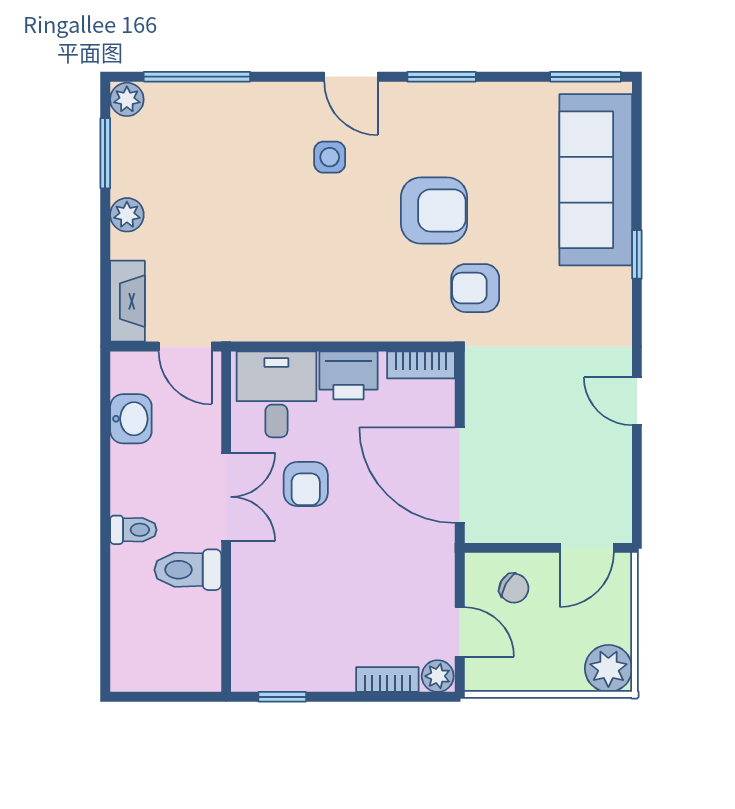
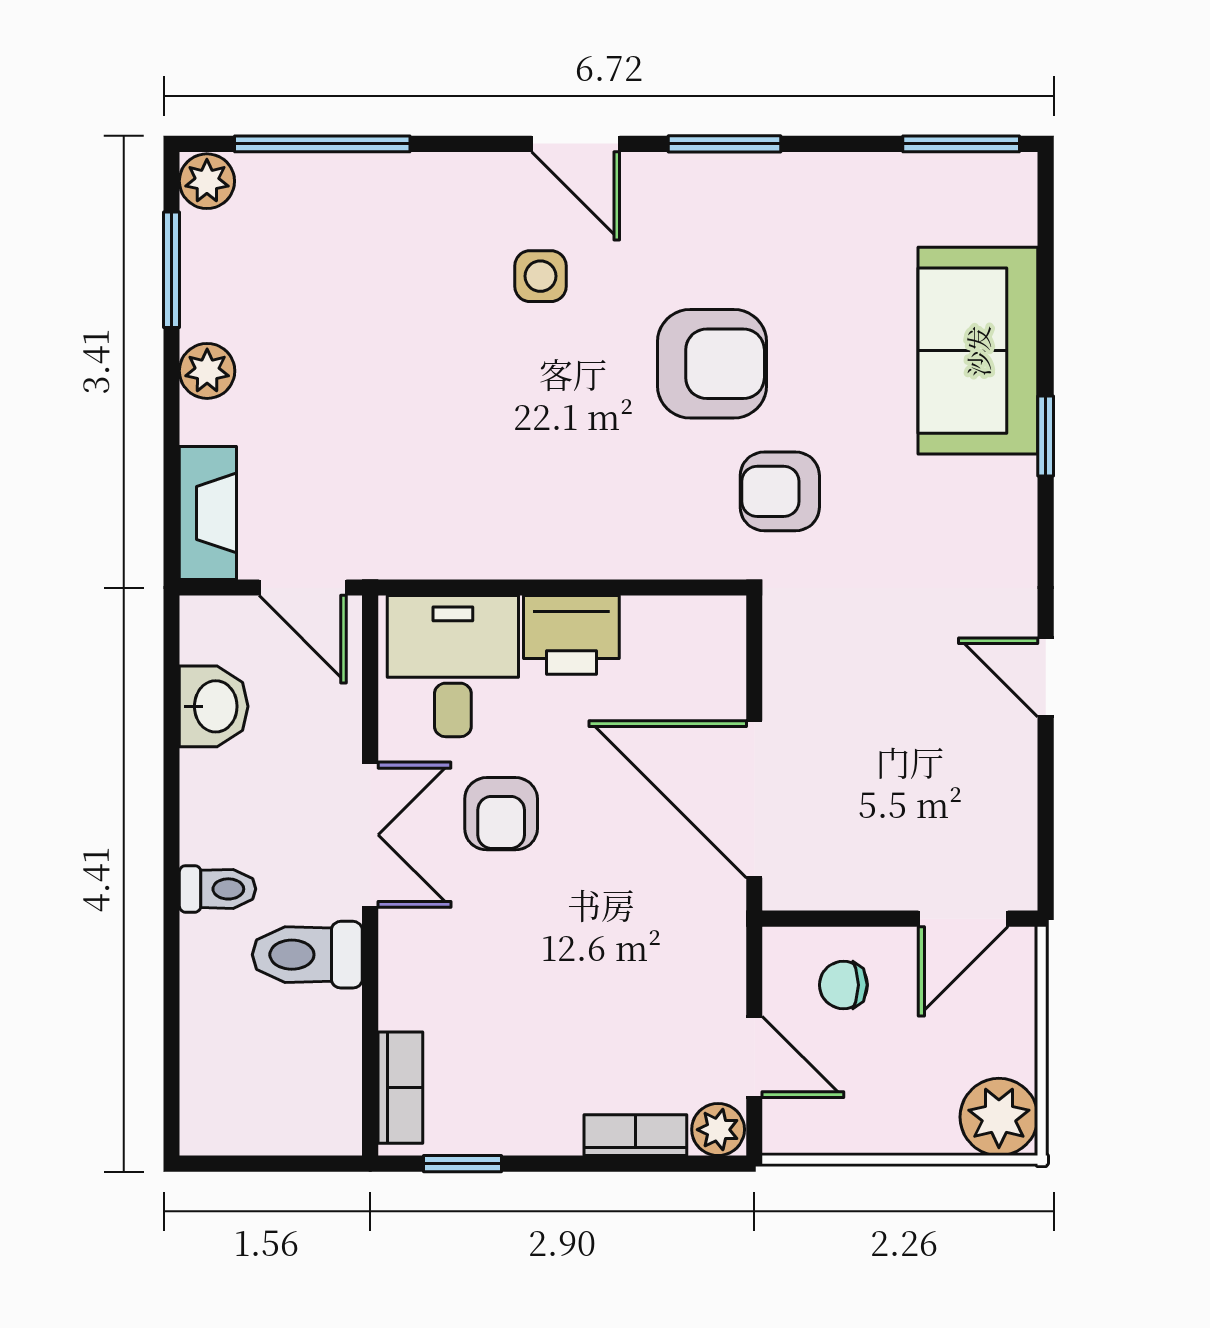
sofa: (596, 180) -> (978, 351), width x0.73
bookcase: (421, 365) -> (400, 1088), moved, turned -90
chair: (514, 588) -> (843, 985), turned 150

